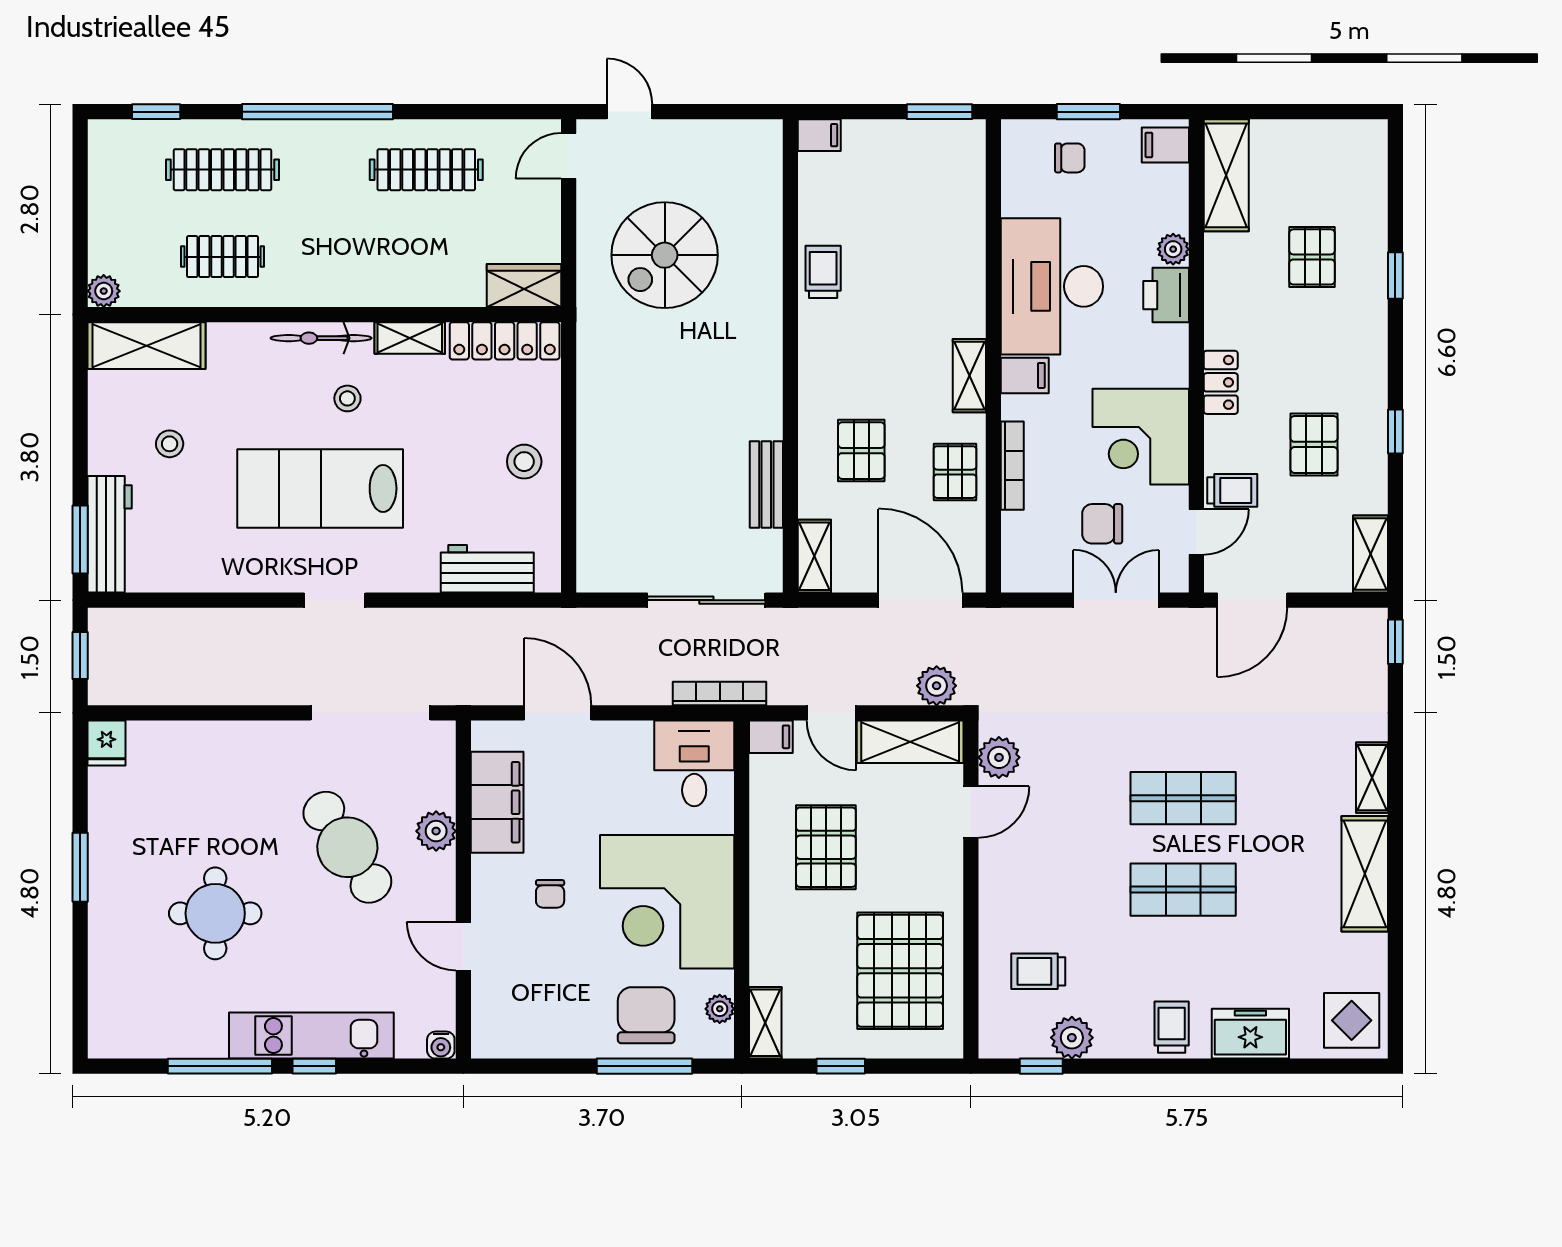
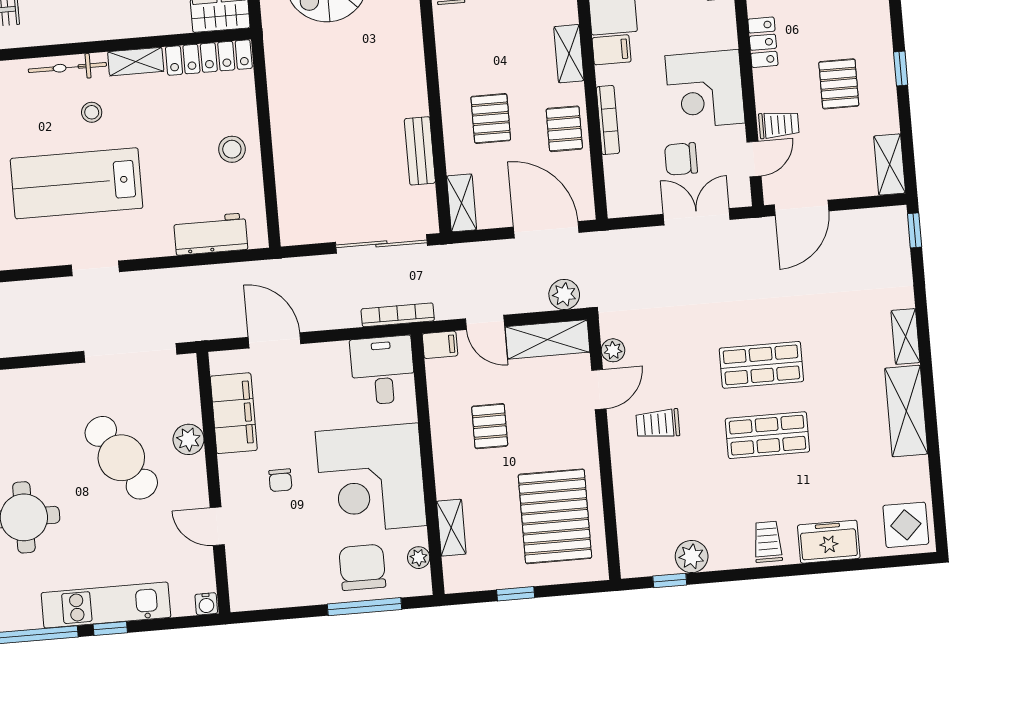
plant: (999, 757) -> (613, 350), width x0.73, depth x0.73
pallet: (826, 847) -> (490, 426), width x0.67, depth x0.71
trolley: (1038, 971) -> (658, 424), moved
shelving: (765, 1023) -> (451, 528), moved

